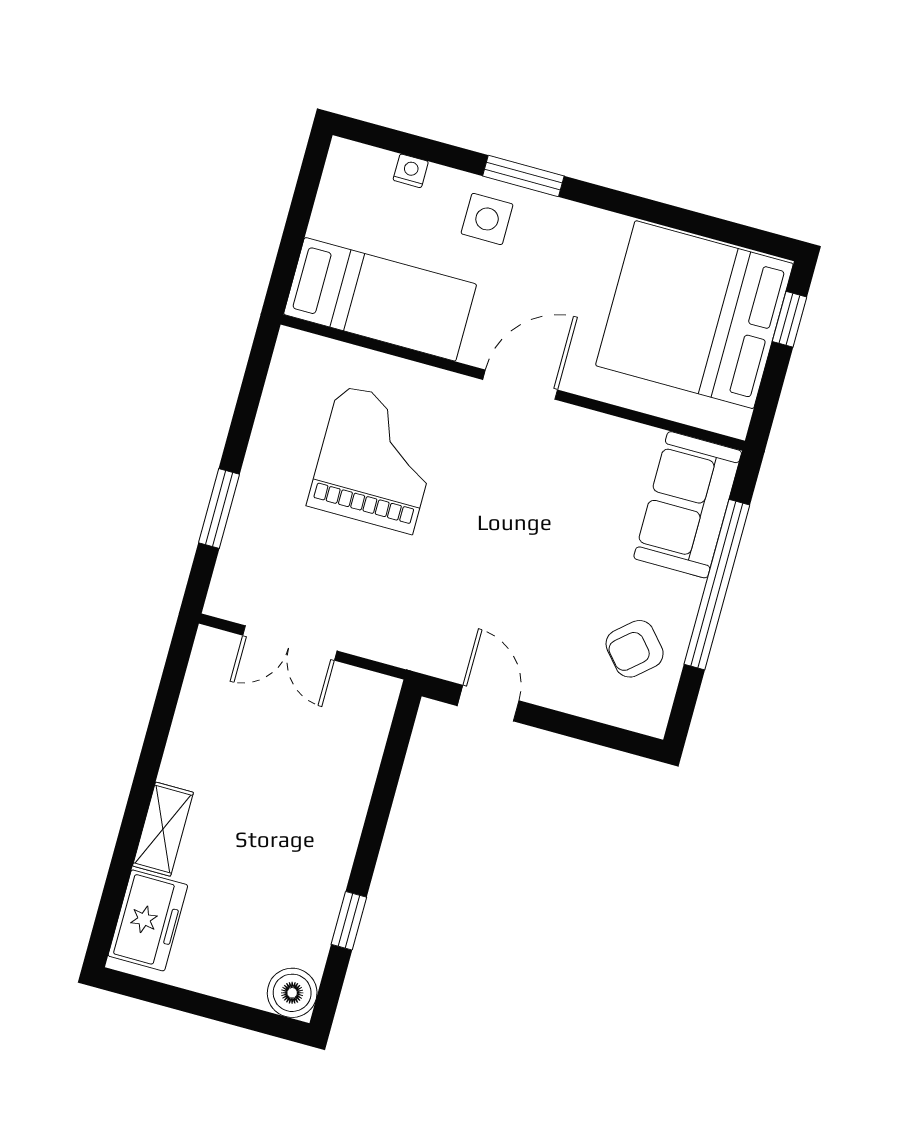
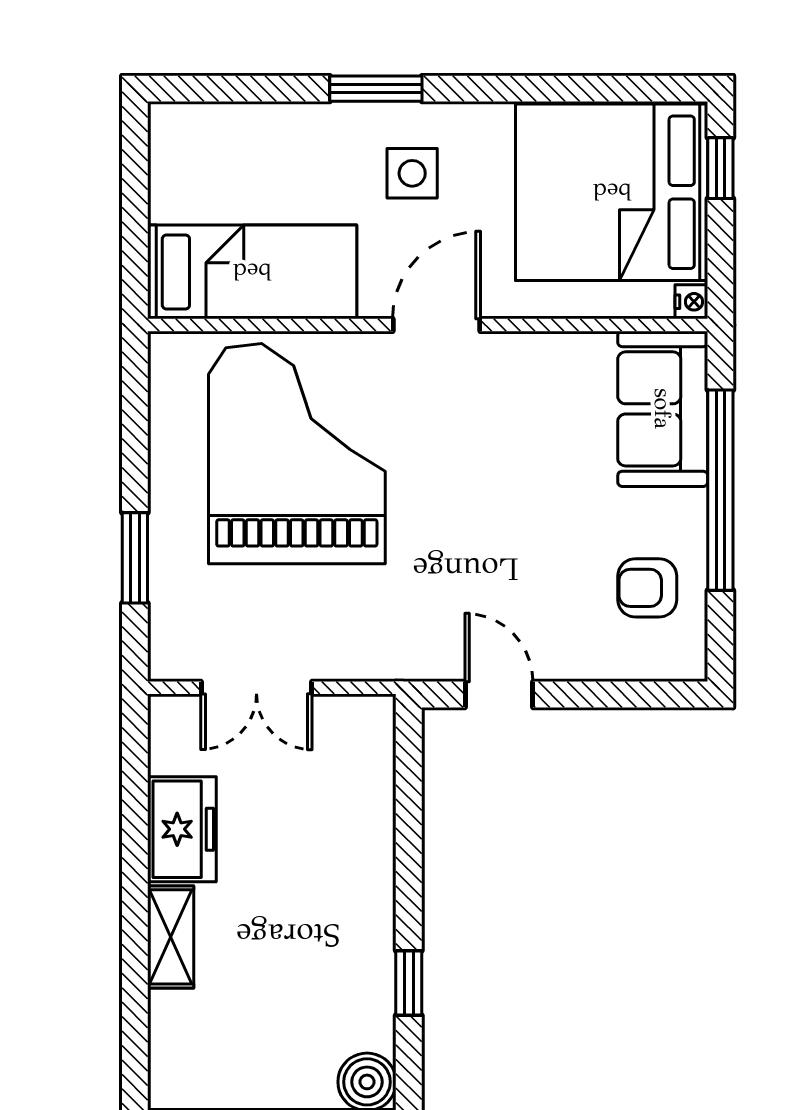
nightstand: (411, 171) -> (691, 302), moved, turned 90
side table: (487, 219) -> (412, 173), moved
grand piano: (376, 459) -> (297, 454), width x1.37, depth x1.48
armchair: (635, 649) -> (647, 588), turned 41
freezer: (148, 920) -> (182, 829), moved

